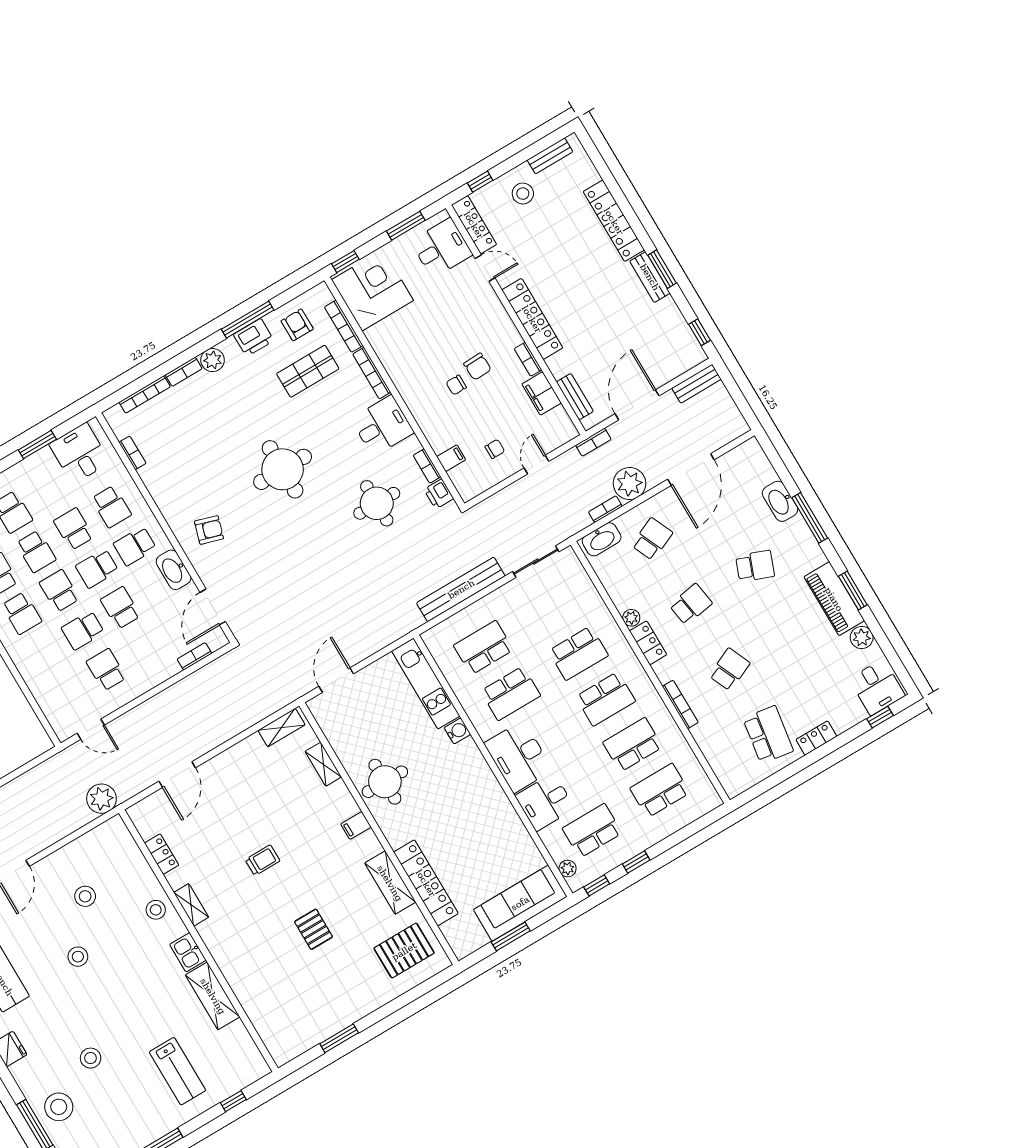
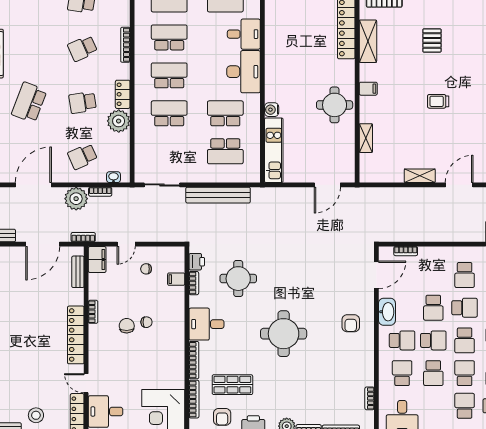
filing cabinet: (542, 393) -> (97, 259), moved
armchair: (209, 530) -> (351, 323), turned -107
washbasin: (602, 539) -> (114, 177), width x0.52, depth x0.69
school desk: (755, 566) -> (29, 102), width x1.85
plant: (631, 618) -> (119, 121), width x1.88, depth x1.88
shelving: (282, 728) -> (420, 176), moved
school desk: (633, 745) -> (169, 37), turned 180

